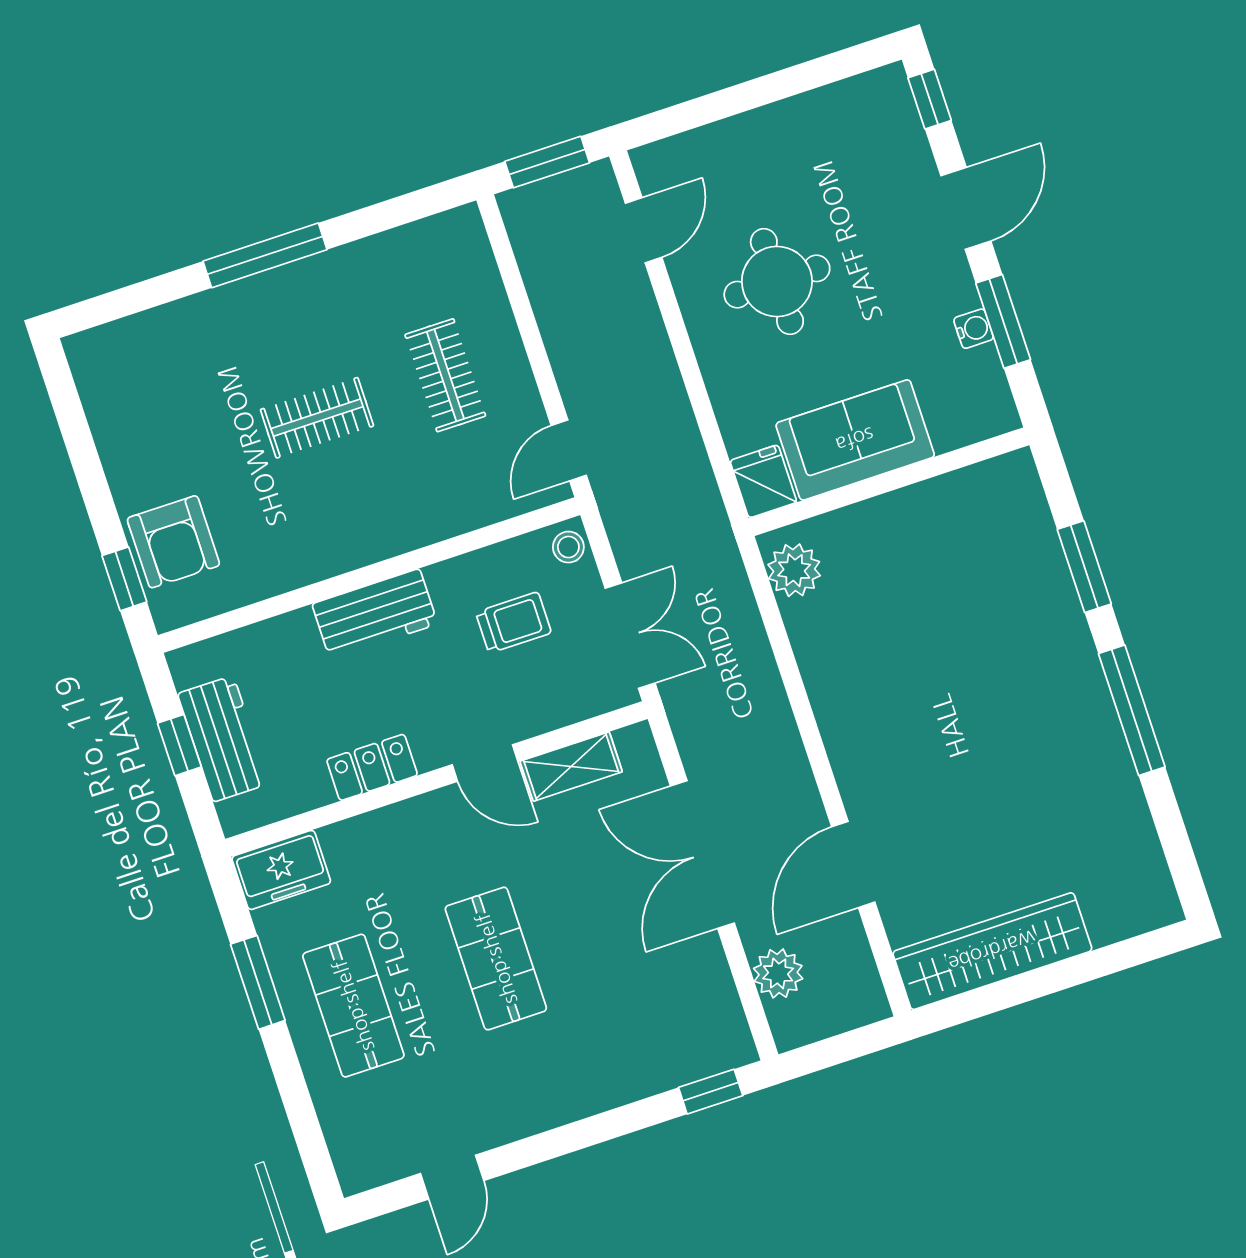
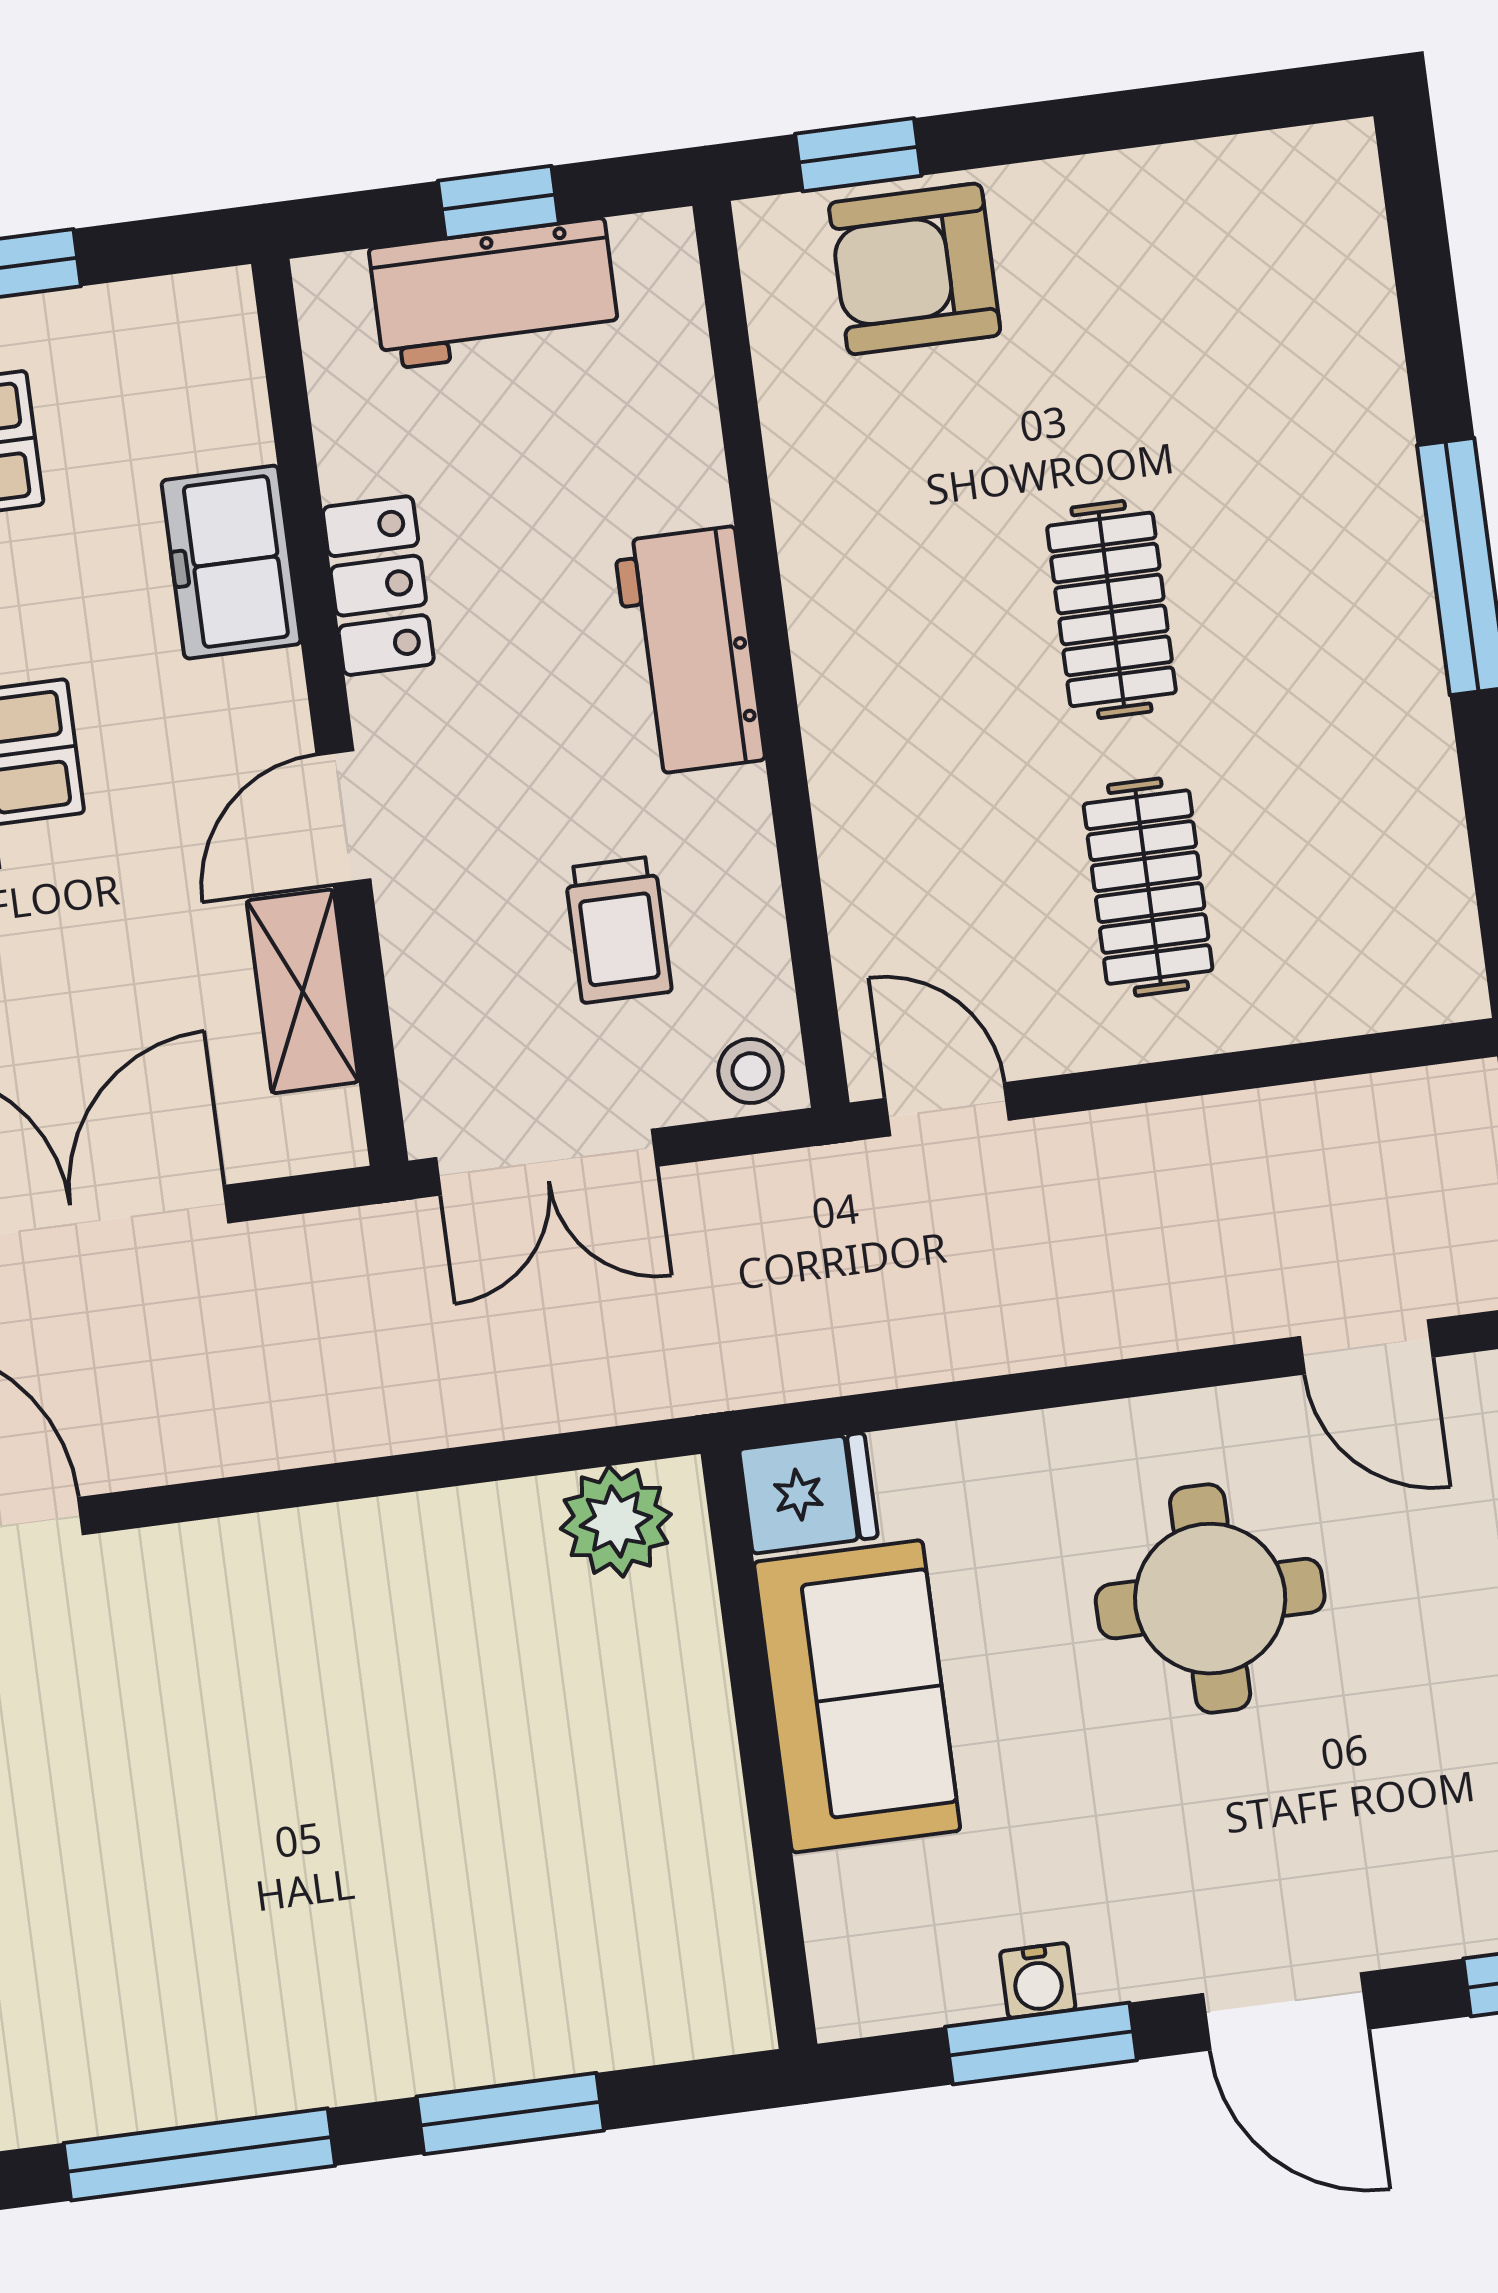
clothes rail: (445, 375) -> (1148, 887), turned 90
freezer: (281, 870) -> (231, 562), moved

